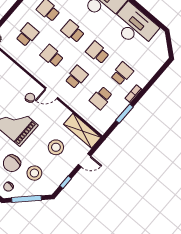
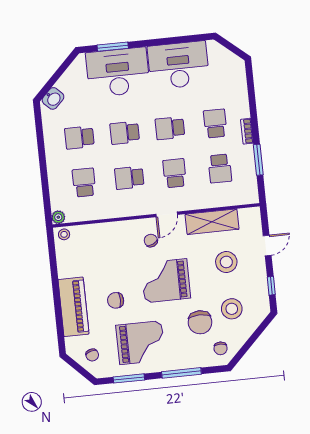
shelving: (82, 131) -> (212, 222), moved
window: (27, 199) -> (250, 342), removed

